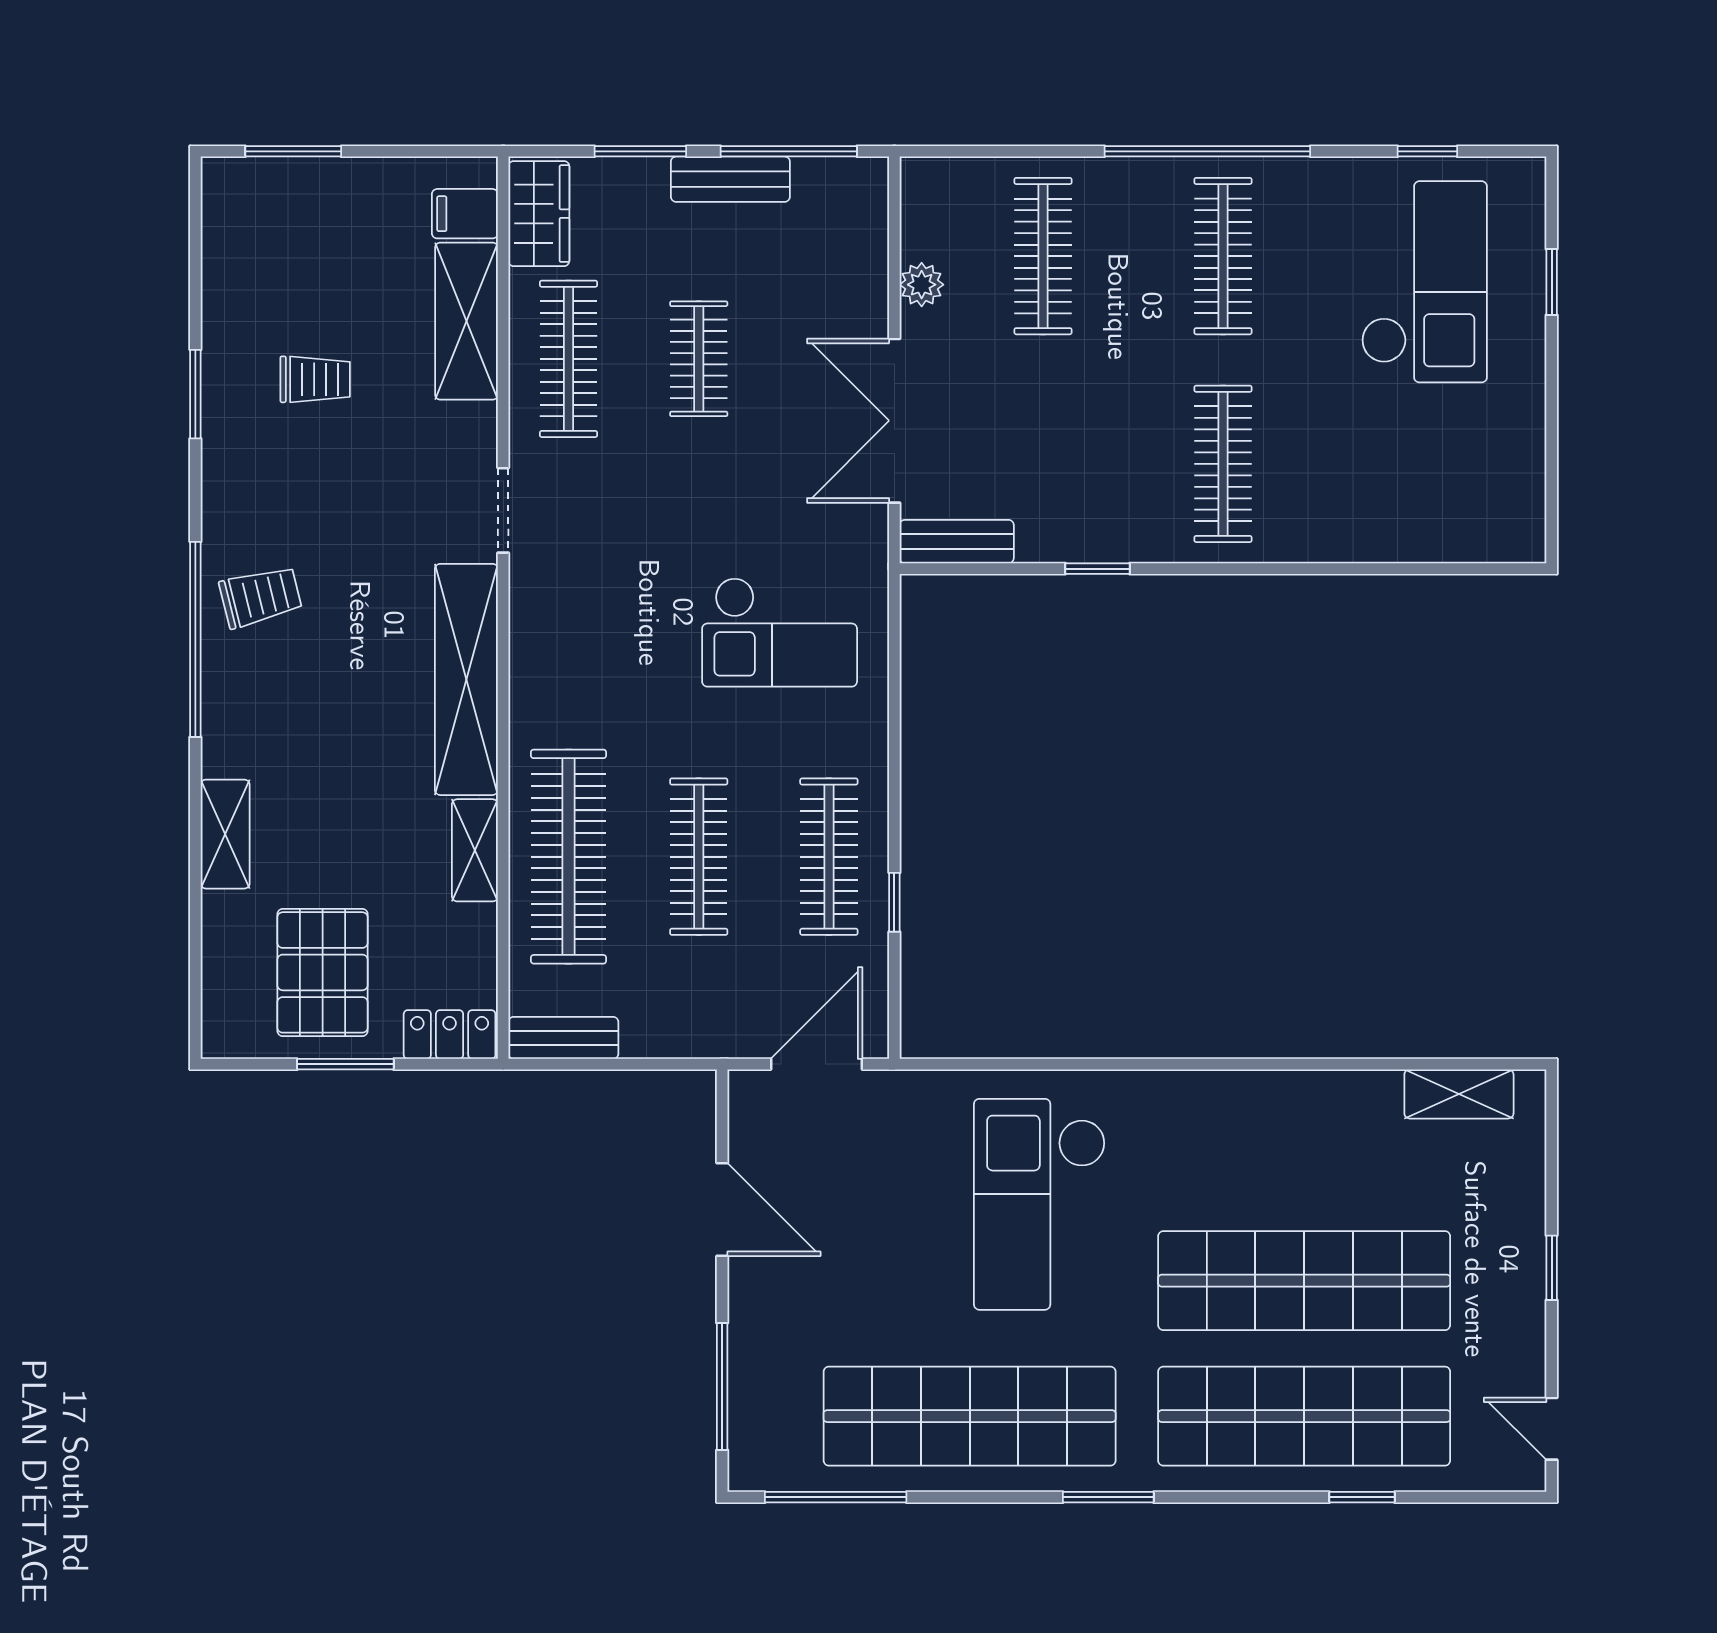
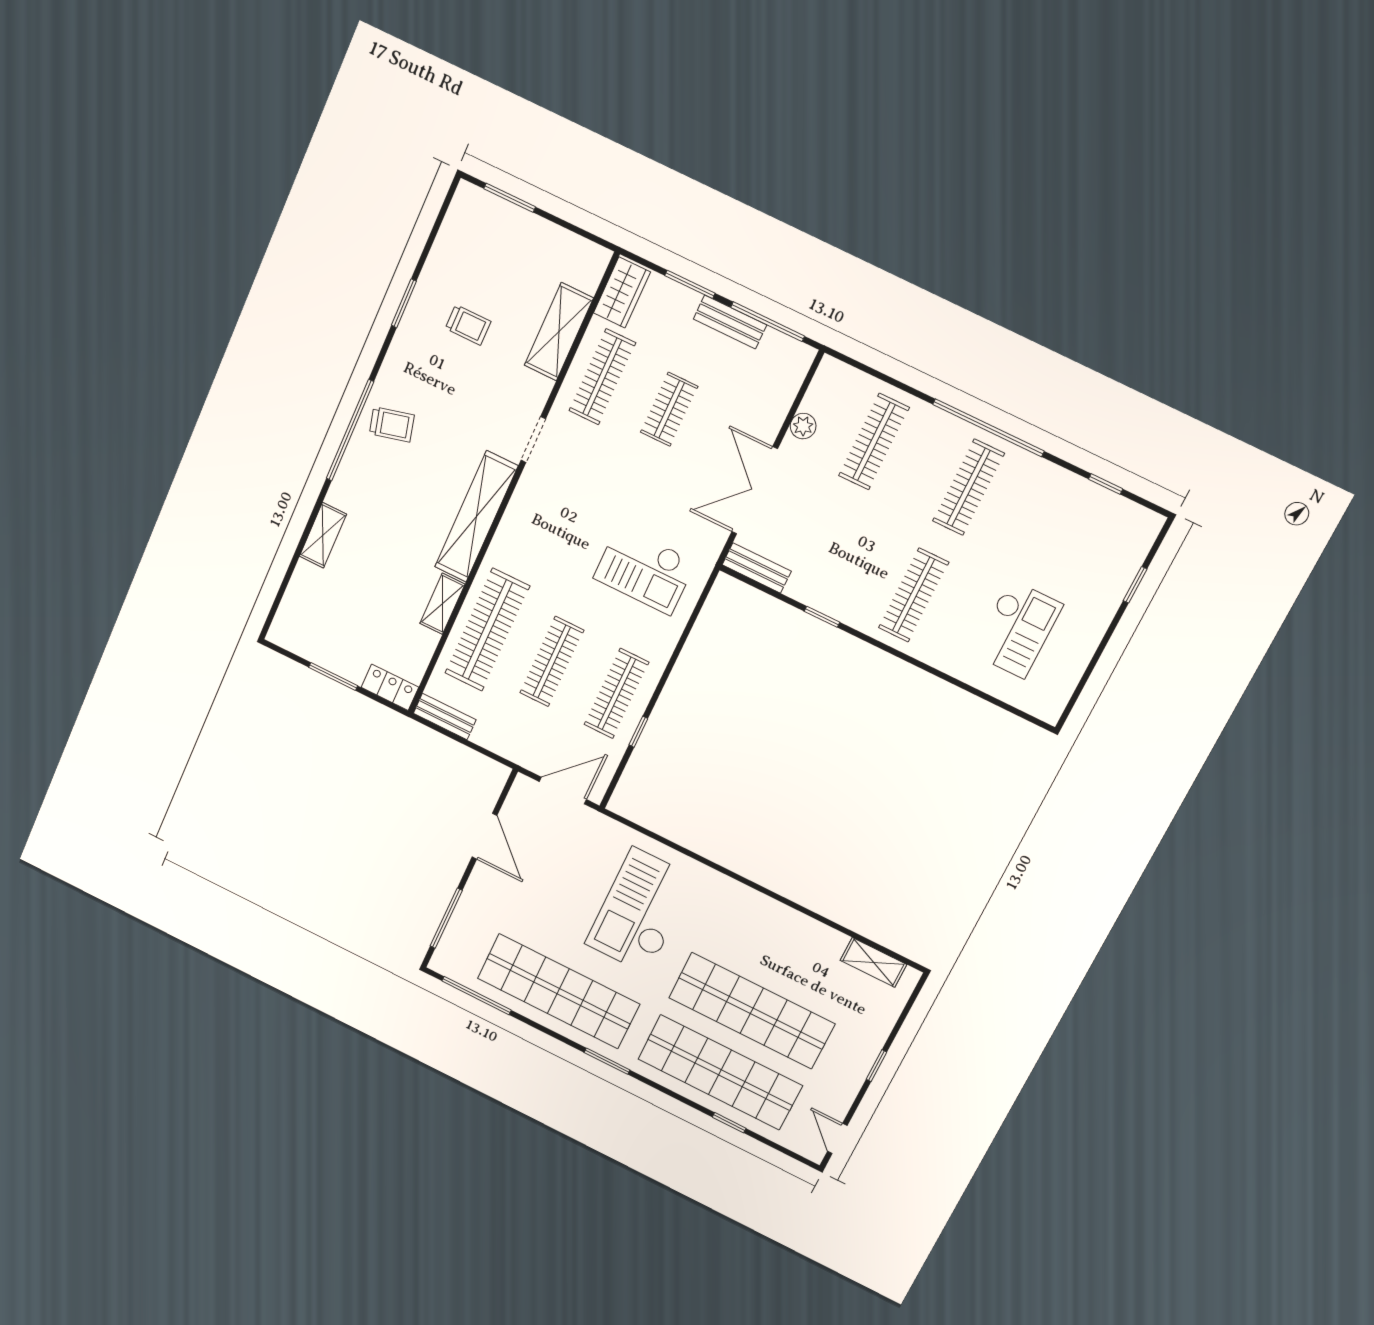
filing cabinet: (465, 214) -> (584, 274), removed
checkout: (1424, 282) -> (1017, 629), moved, width x0.73, depth x0.83
pallet: (323, 972) -> (341, 627), removed

